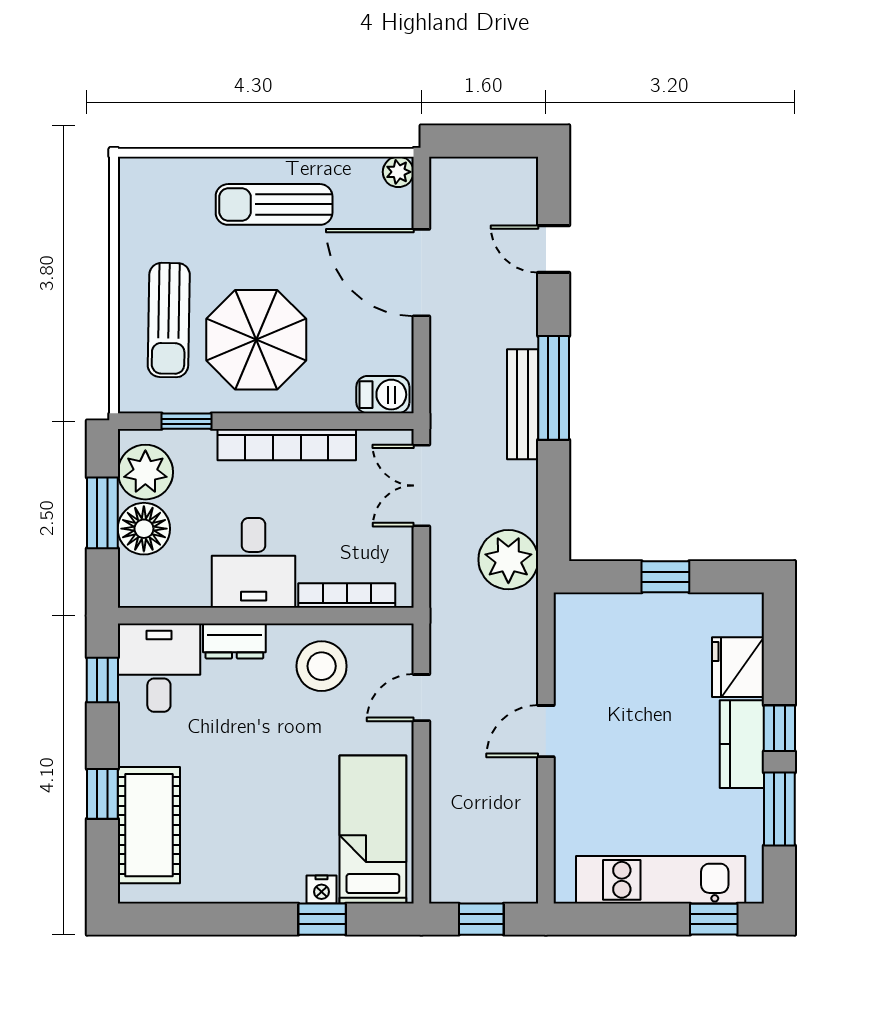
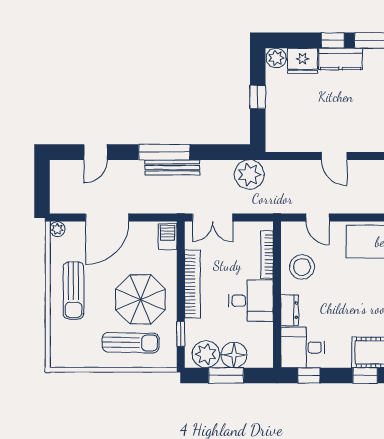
plant: (744, 614) -> (276, 58), added

